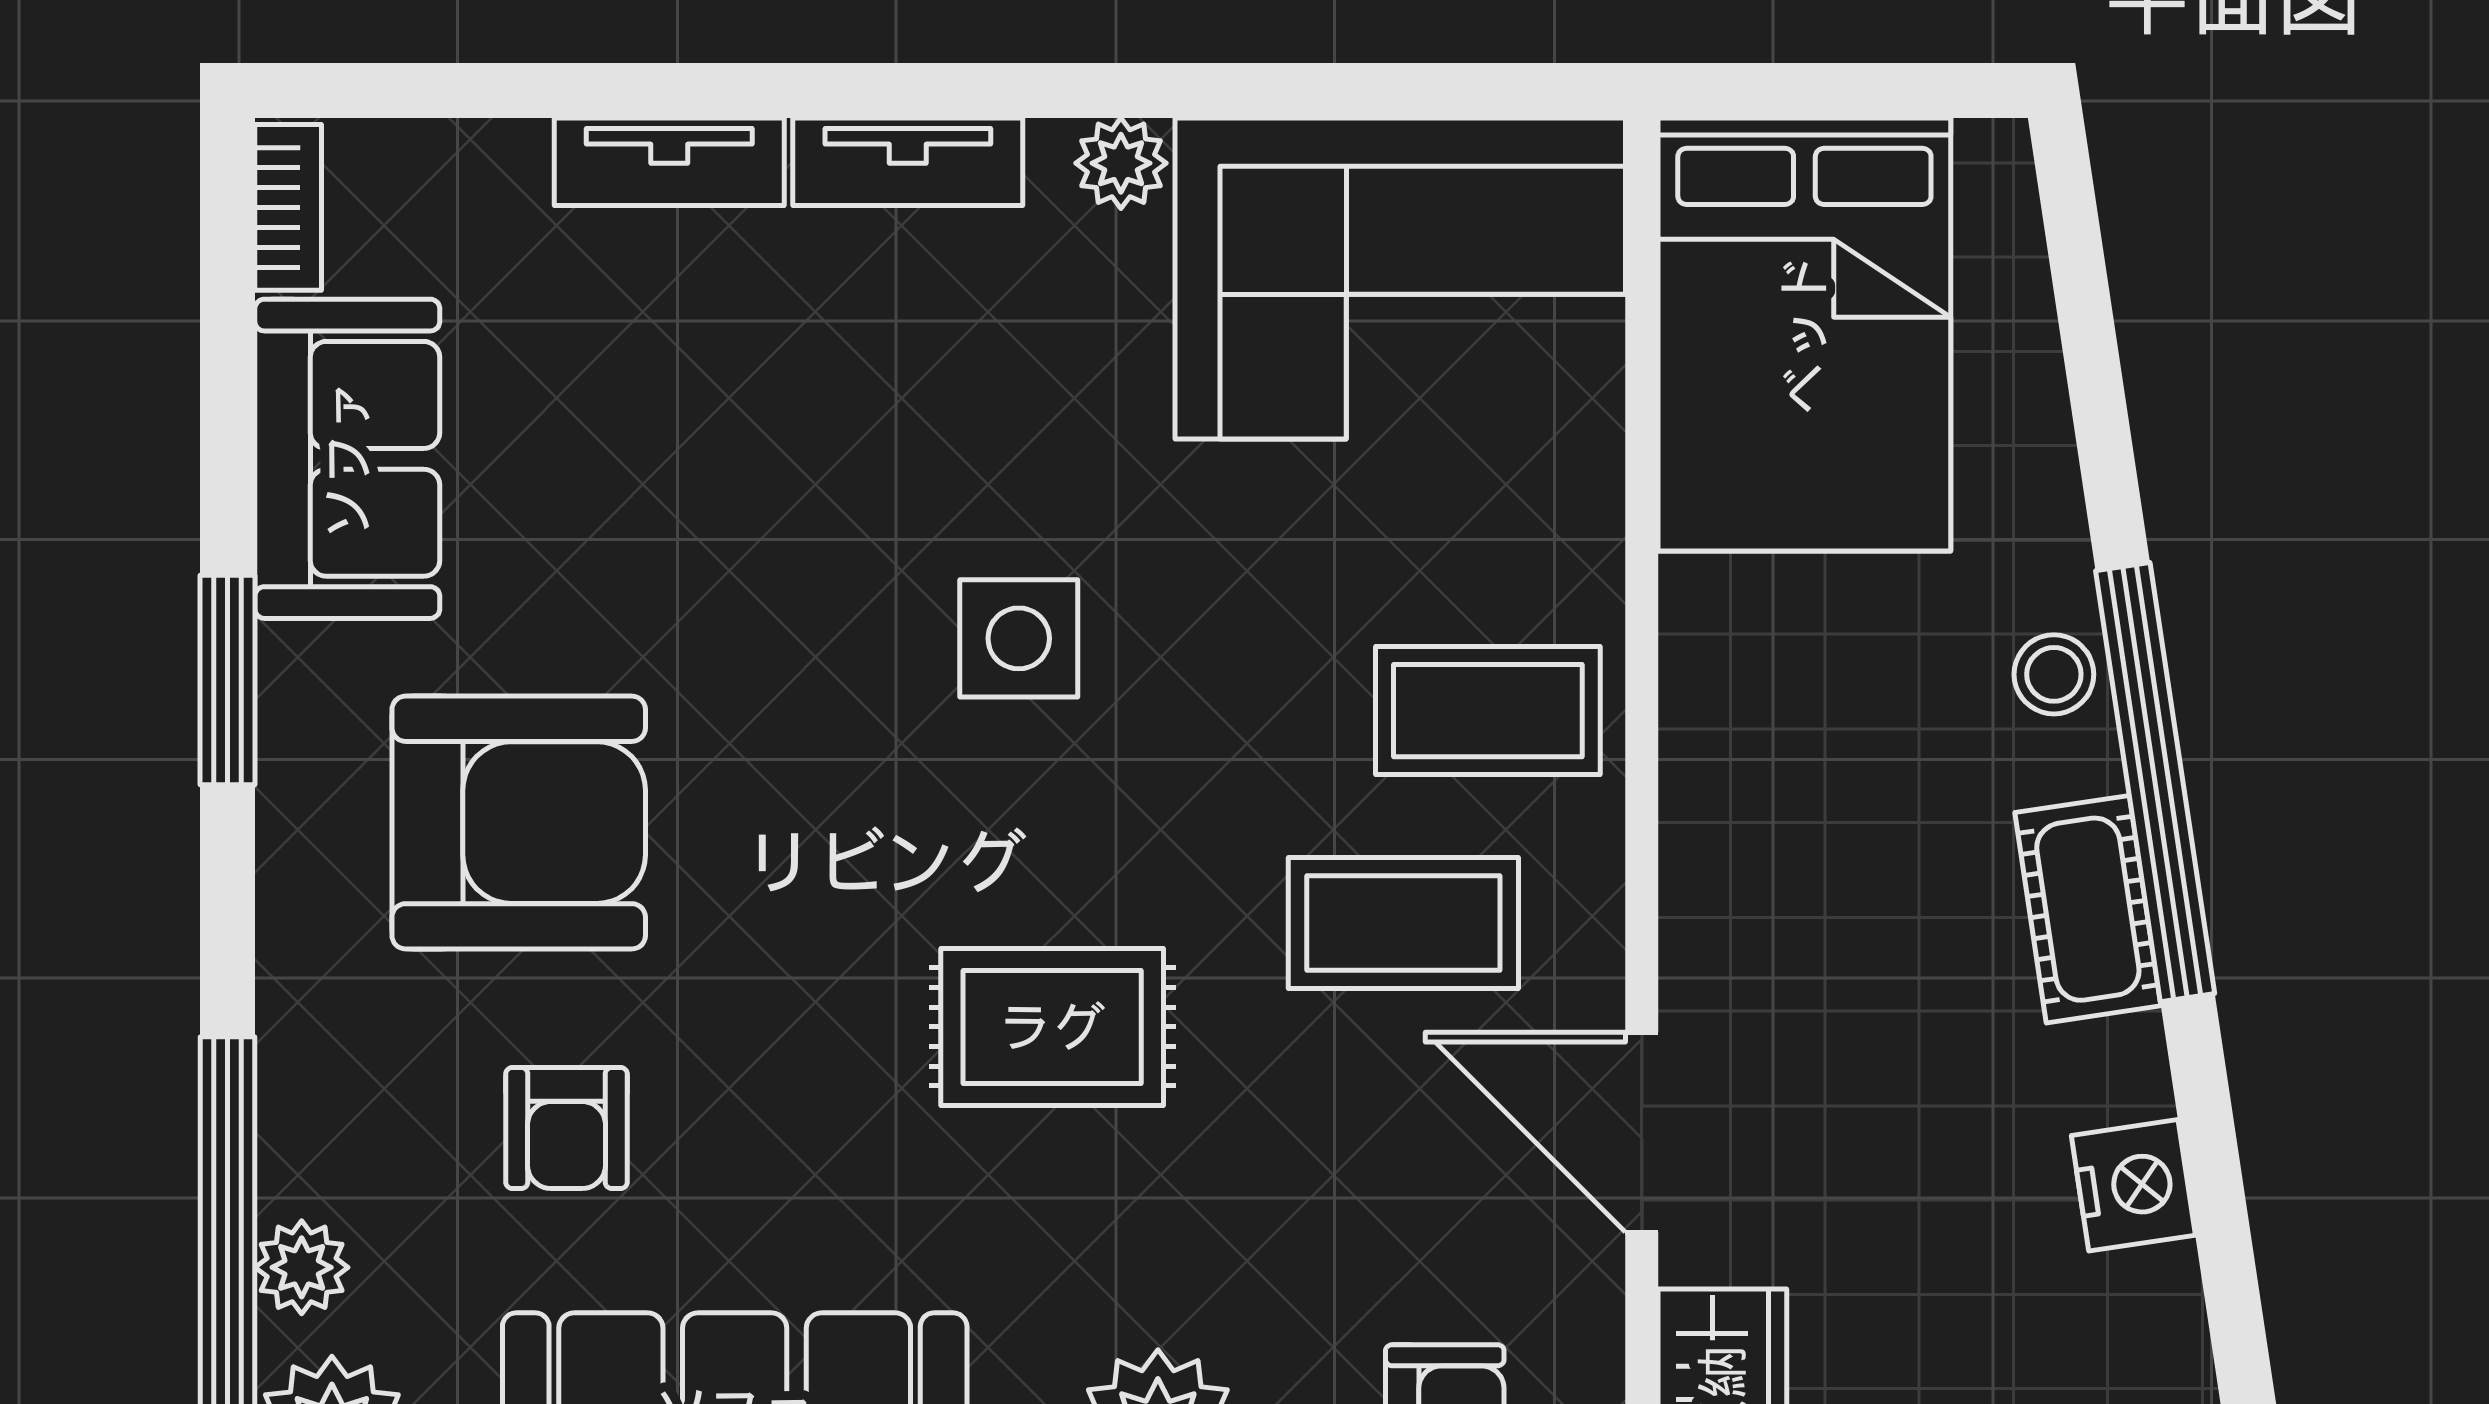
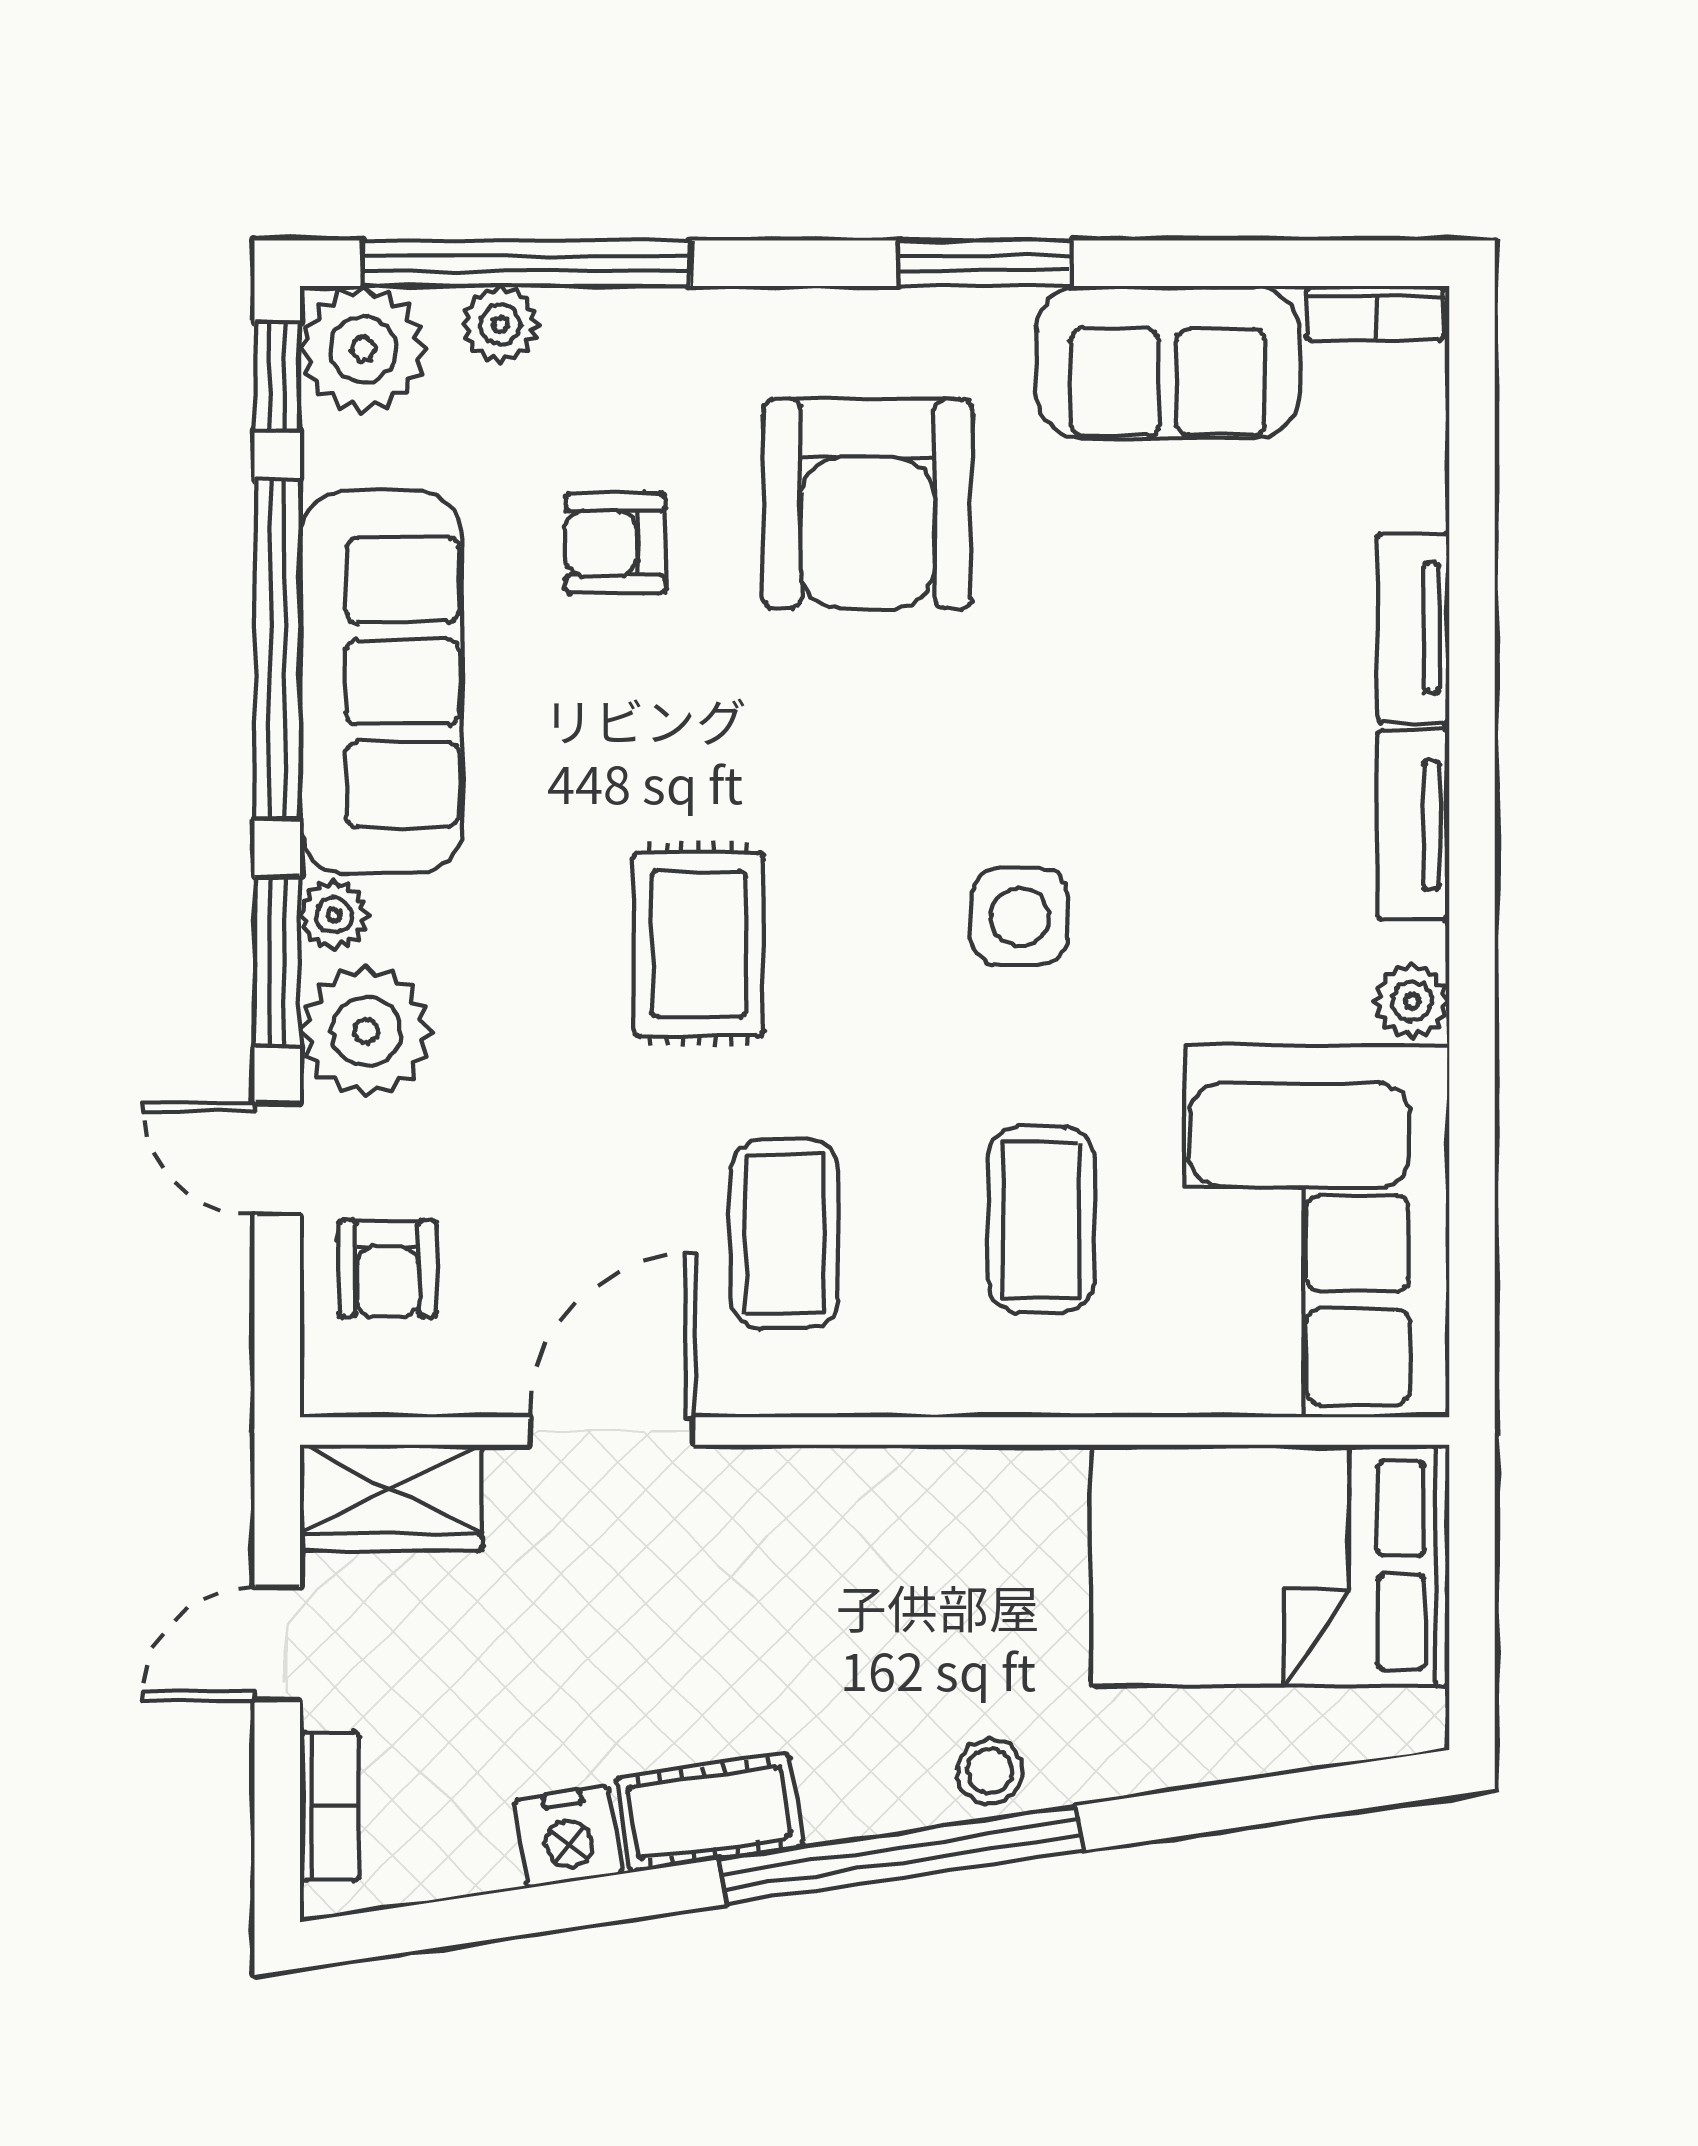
coffee table: (1488, 711) -> (1041, 1220), moved
cot: (2088, 909) -> (709, 1812), moved

